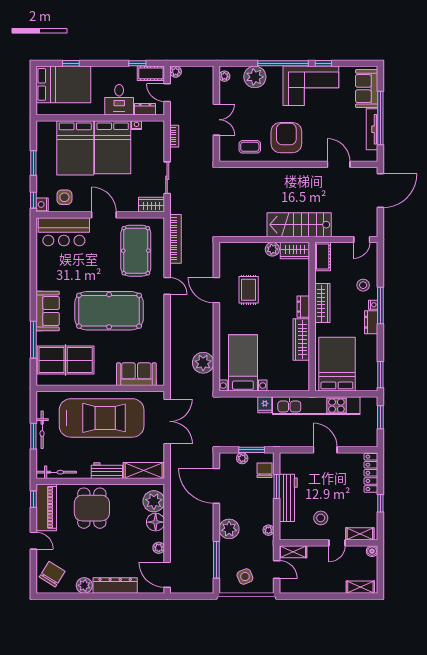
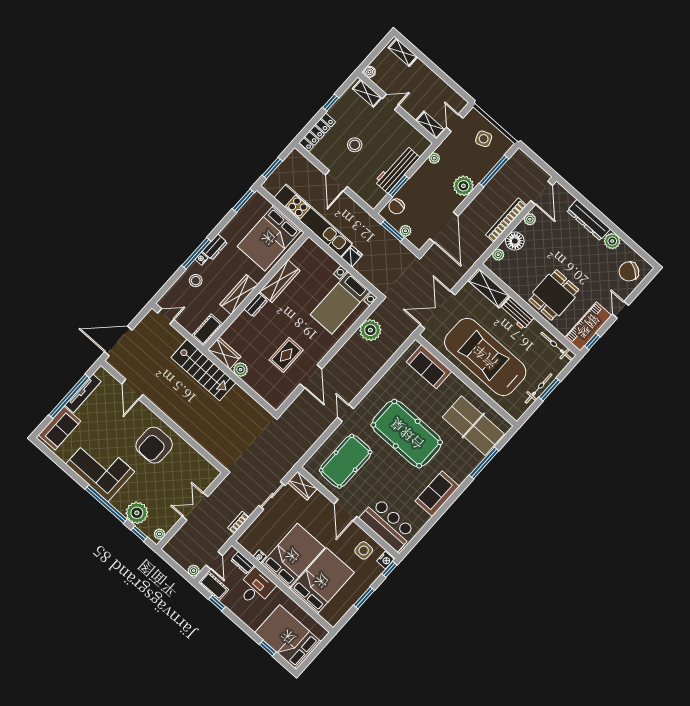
window: (323, 63) -> (139, 534), moved
coffee table: (250, 147) -> (188, 463), removed
bookcase: (175, 239) -> (506, 220), moved
sofa: (48, 311) -> (437, 494), moved
plant: (154, 501) -> (498, 255), width x0.53, depth x0.53
stool: (321, 518) -> (355, 145), moved

